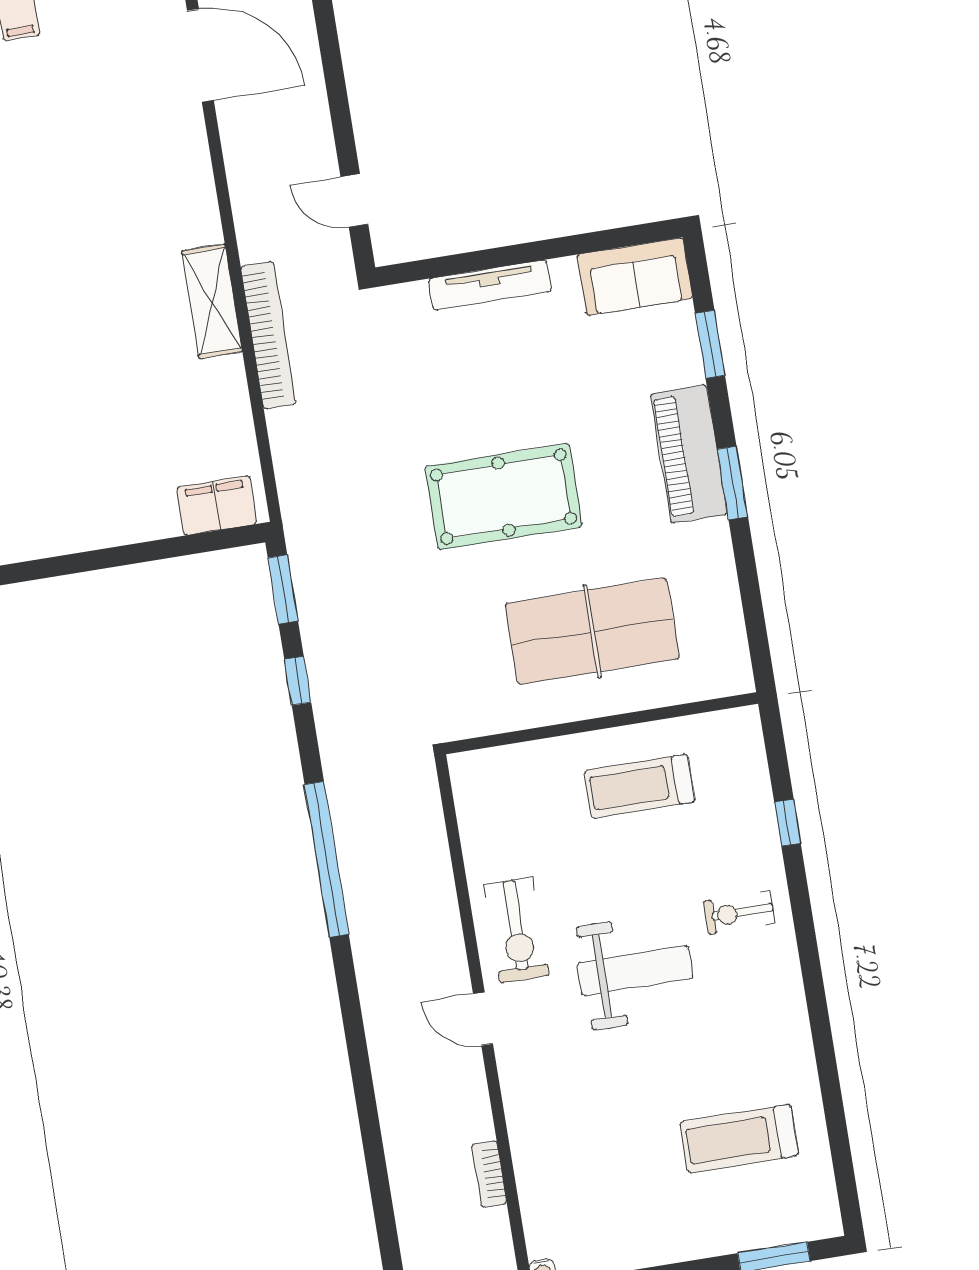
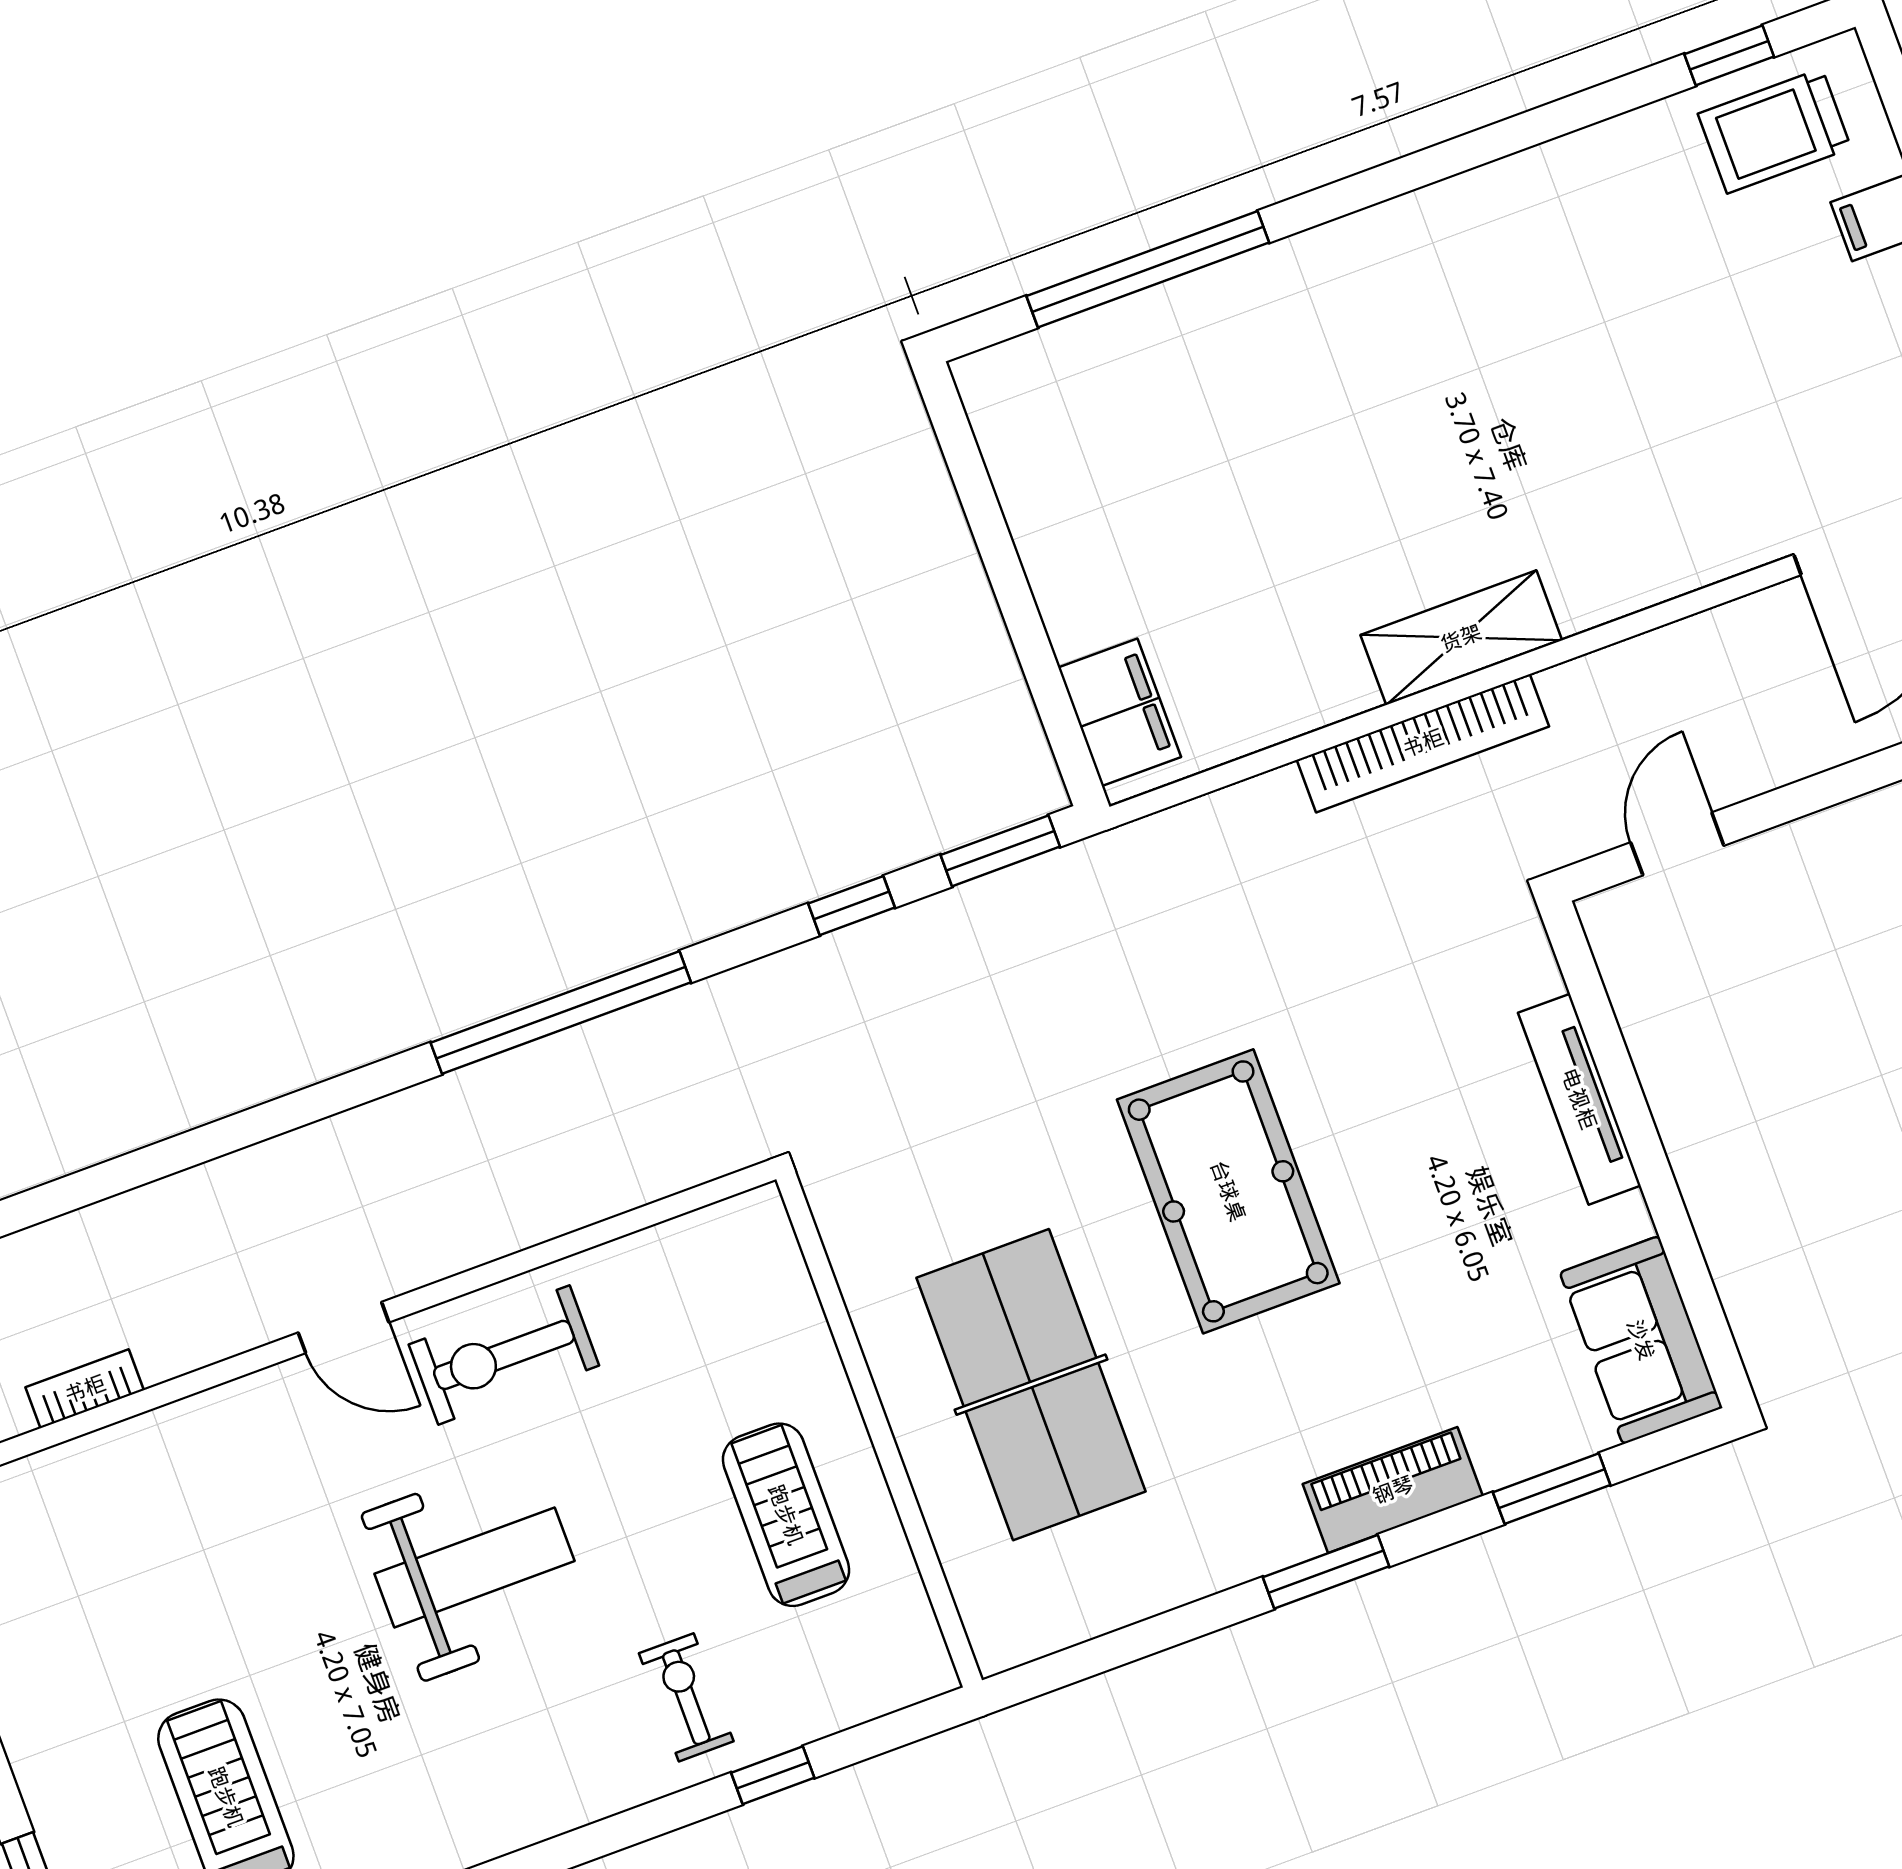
piano: (689, 454) -> (1393, 1490), width x0.73, depth x0.75
exercise bike: (739, 913) -> (686, 1697), moved
weight bench: (635, 971) -> (475, 1567), turned -90
door: (483, 1019) -> (344, 1328), swing flipped

